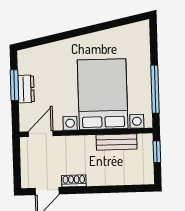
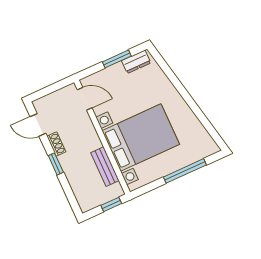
dresser: (26, 89) -> (136, 62), moved
window: (155, 89) -> (185, 171), moved
window: (93, 190) -> (56, 164), added

